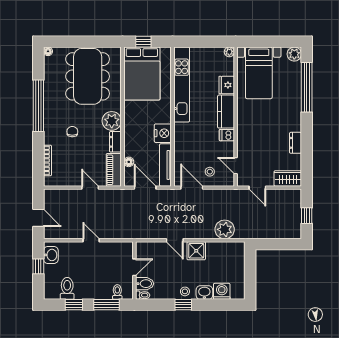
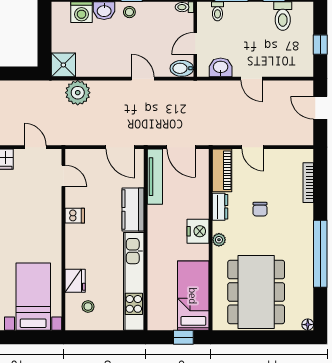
plant: (229, 52) -> (72, 324), removed
bed: (142, 74) -> (193, 296), width x0.67
kitchen counter: (226, 112) -> (133, 209), moved, turned 180
plant: (112, 121) -> (219, 240), width x0.53, depth x0.53
chair: (72, 132) -> (260, 209), moved
nightstand: (163, 133) -> (198, 231), moved, turned 180
floor lamp: (129, 162) -> (203, 181), removed
stool: (210, 172) -> (88, 307), moved
shower: (196, 251) -> (63, 65), moved
washbasin: (51, 255) -> (221, 67), moved, turned 90
bidet: (145, 284) -> (182, 68), moved

